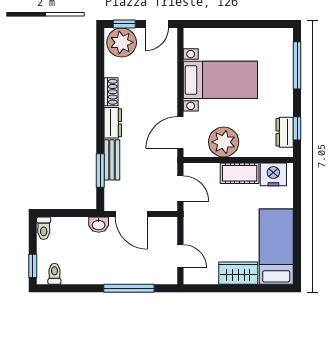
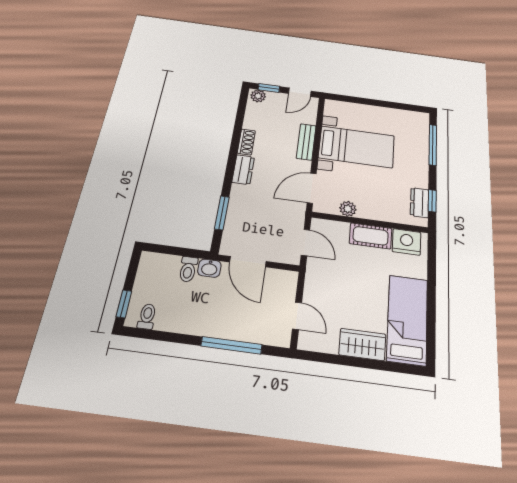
plant: (122, 42) -> (258, 96), width x0.53, depth x0.53
plant: (224, 142) -> (348, 209), width x0.53, depth x0.53
bench: (112, 160) -> (306, 142), moved
toilet: (44, 228) -> (188, 269), moved

